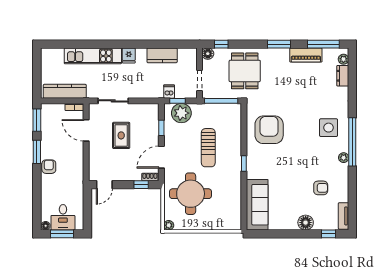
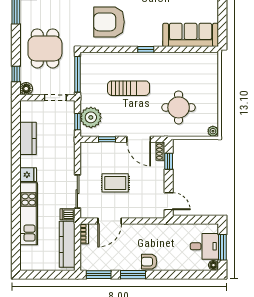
dining table: (245, 71) -> (45, 48), turned 90
dishwasher: (169, 92) -> (67, 214), moved
round table: (191, 194) -> (179, 107), width x0.73, depth x0.73

